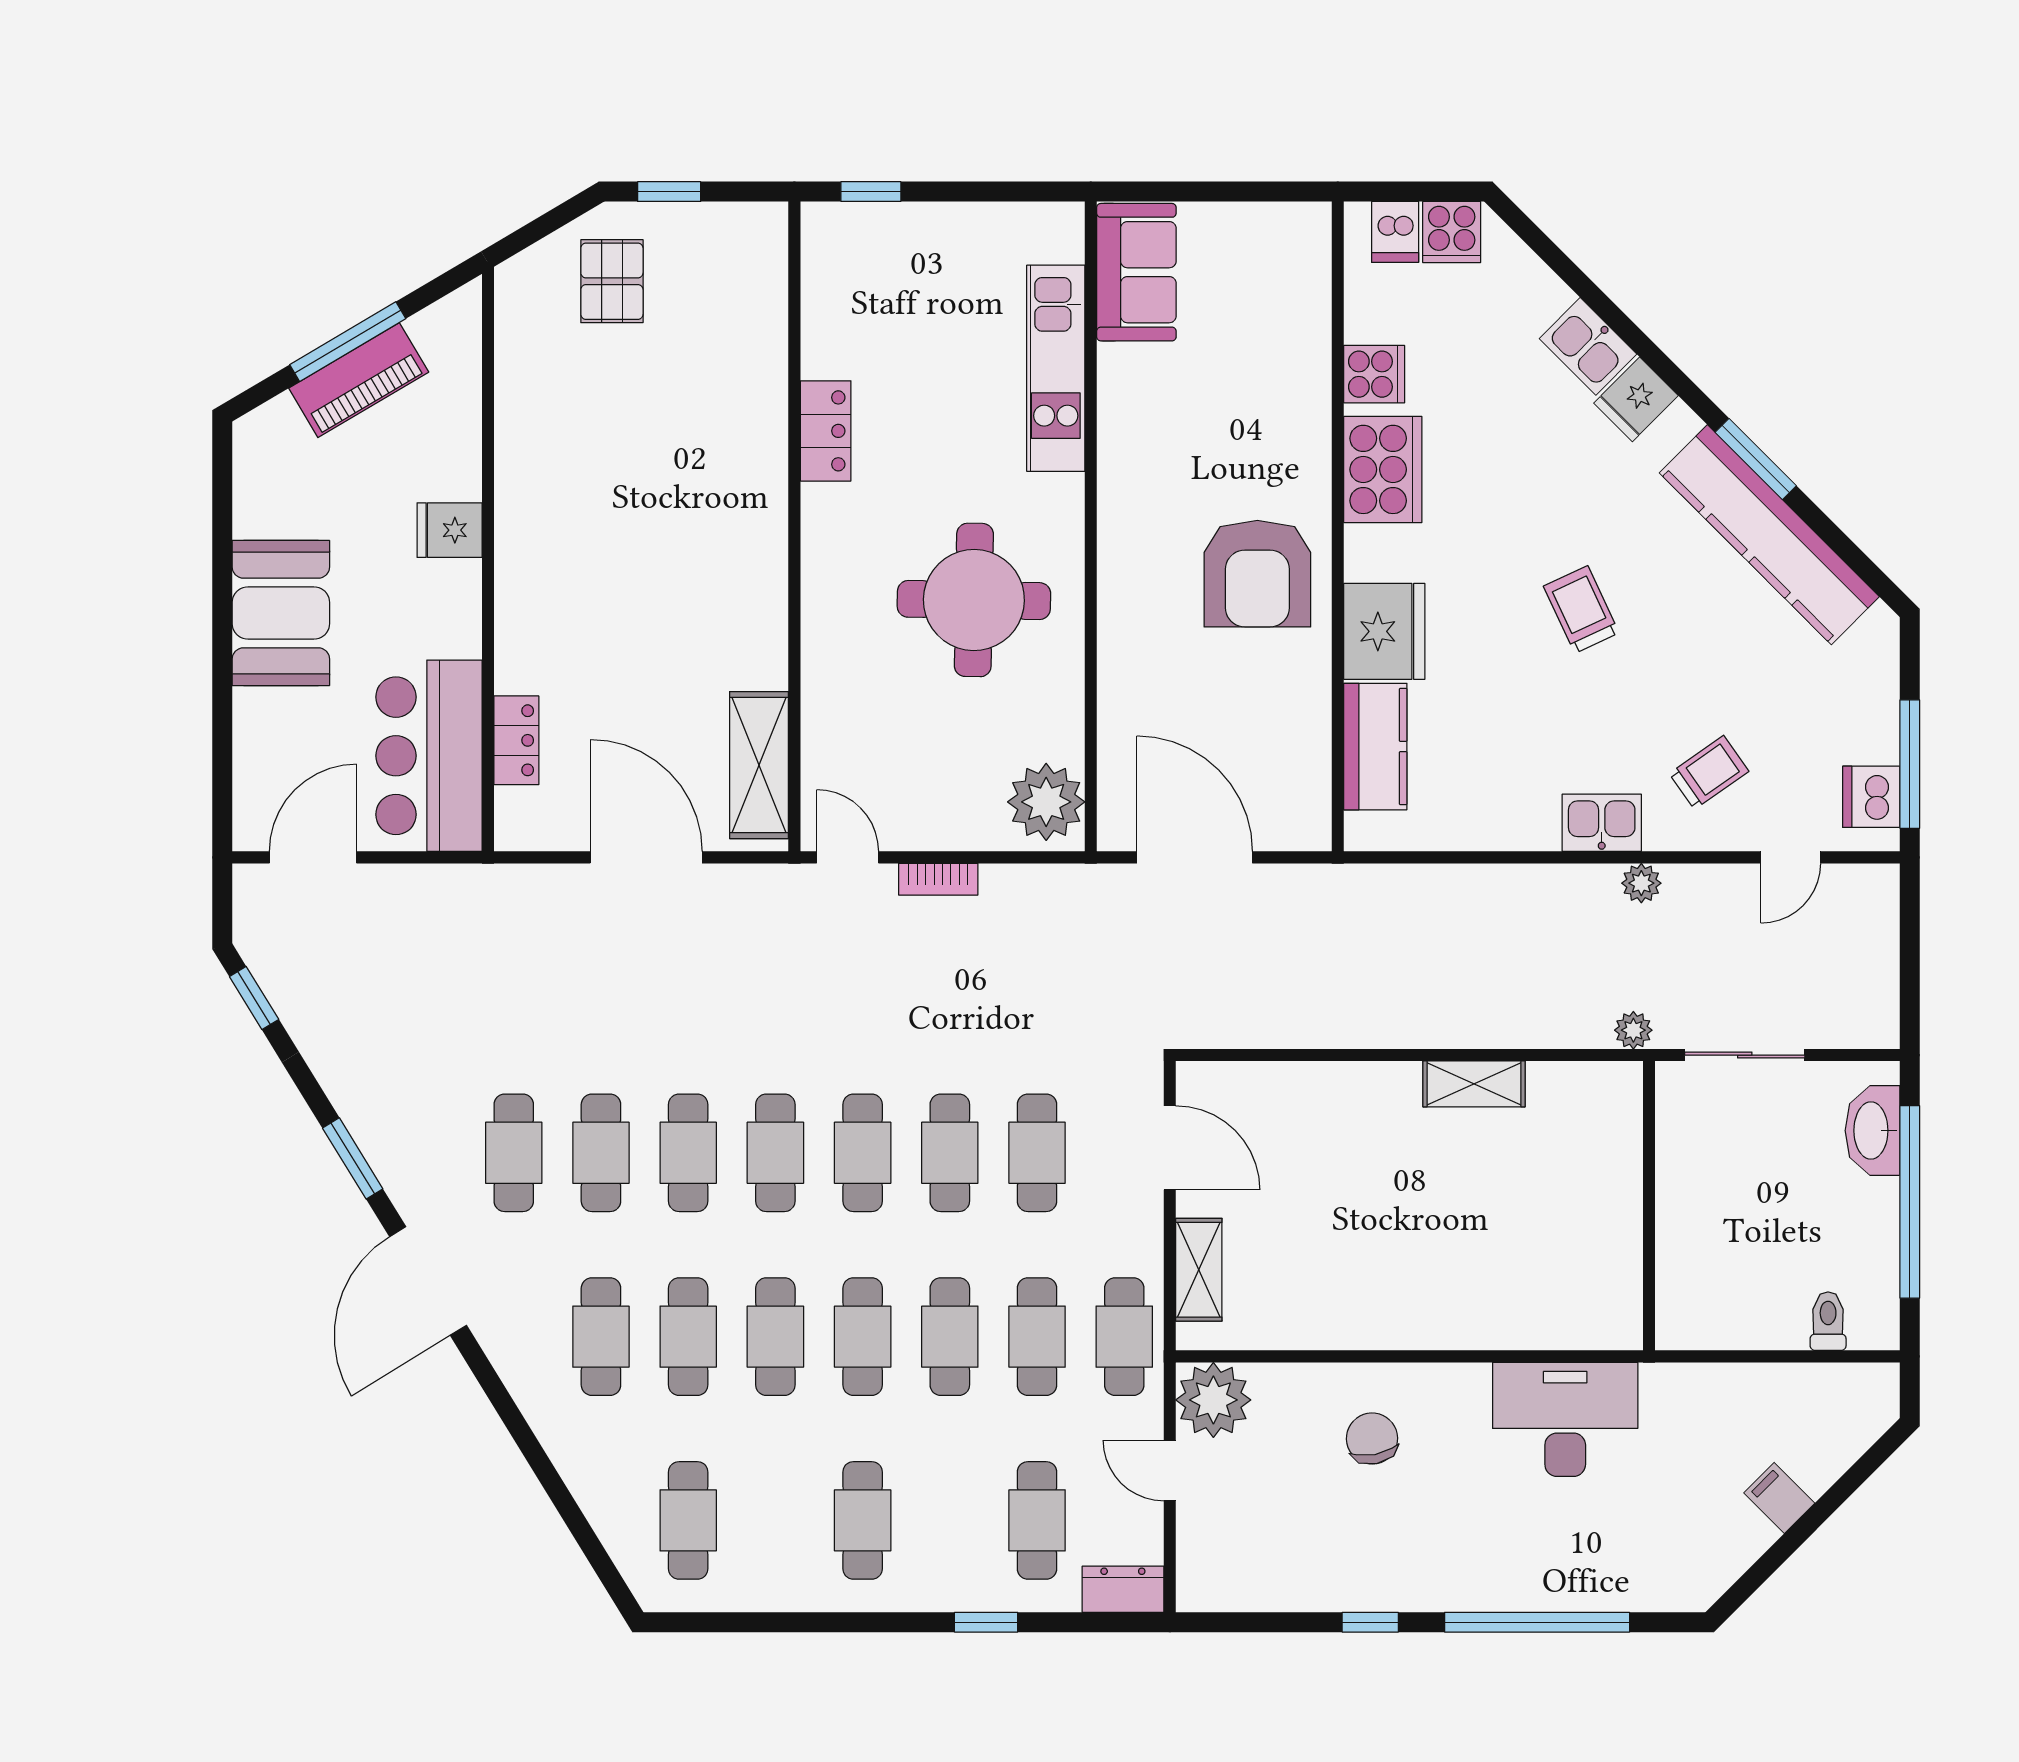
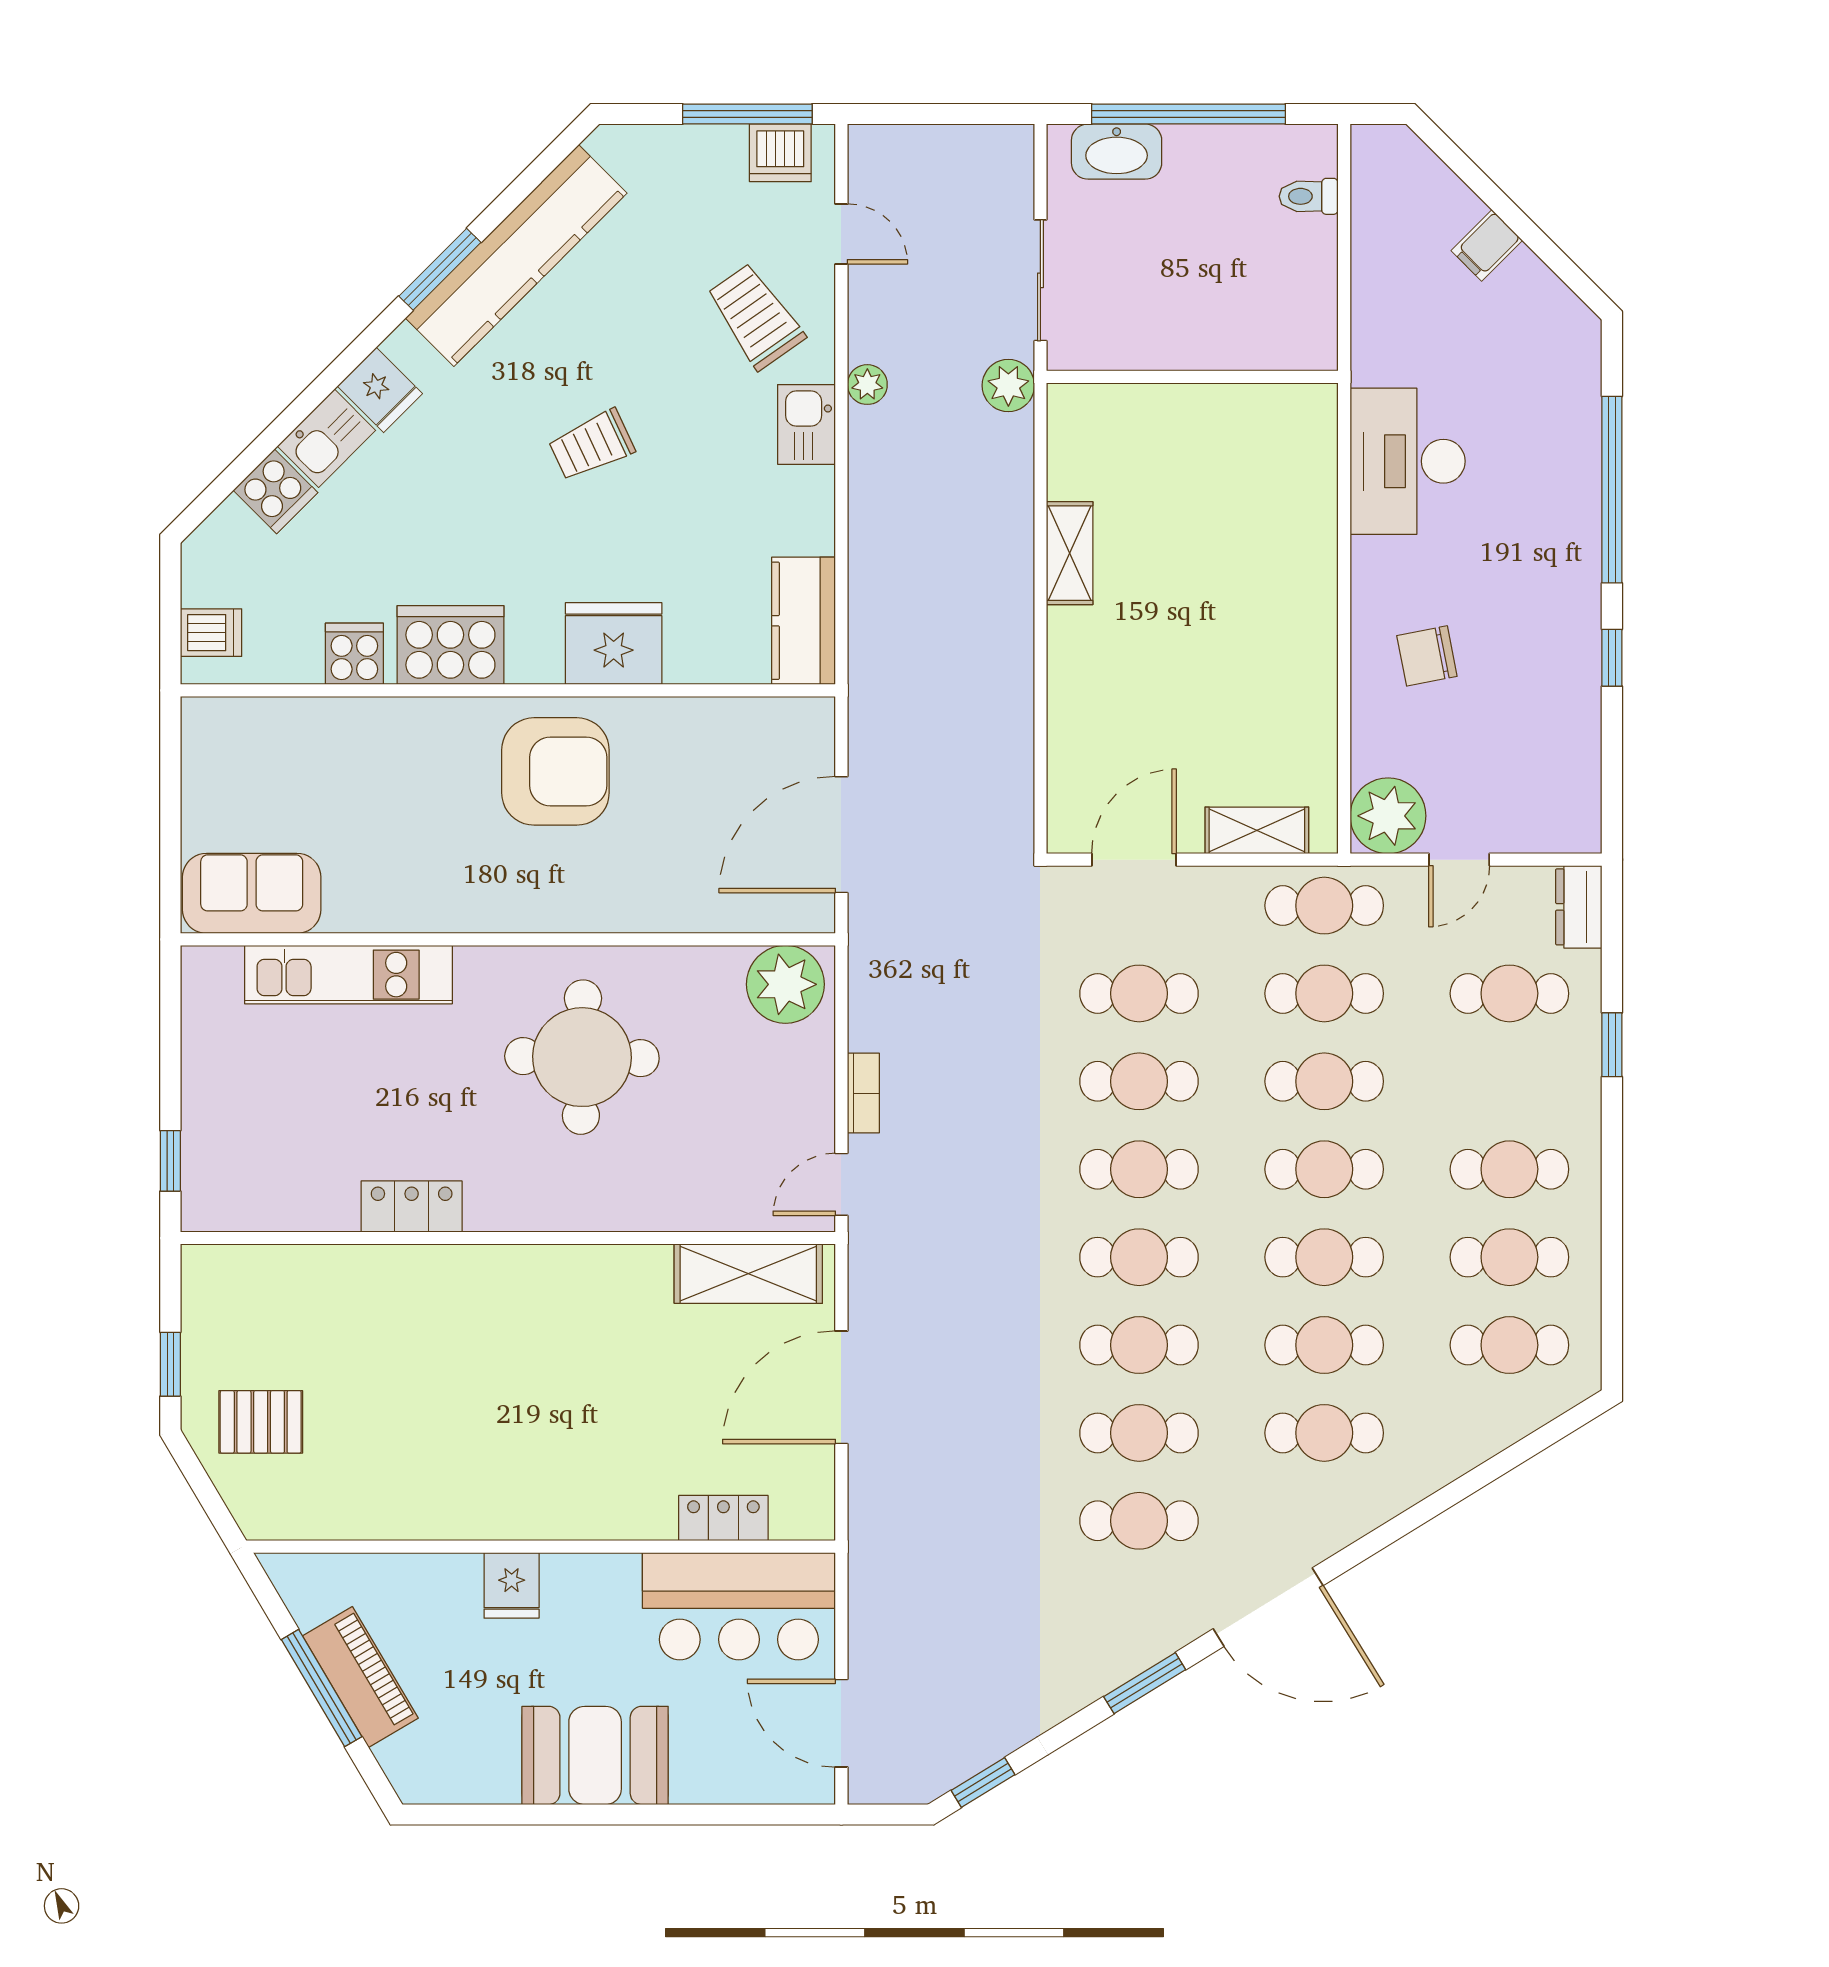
cooker: (1452, 232) -> (275, 491), moved, turned 45
kitchen counter: (1375, 747) -> (804, 621), moved, turned -90
trolley: (1709, 772) -> (756, 316), width x1.36, depth x1.39
plant: (1633, 1030) -> (1008, 385), width x1.38, depth x1.38
cafe table: (775, 1520) -> (1509, 1257), added

